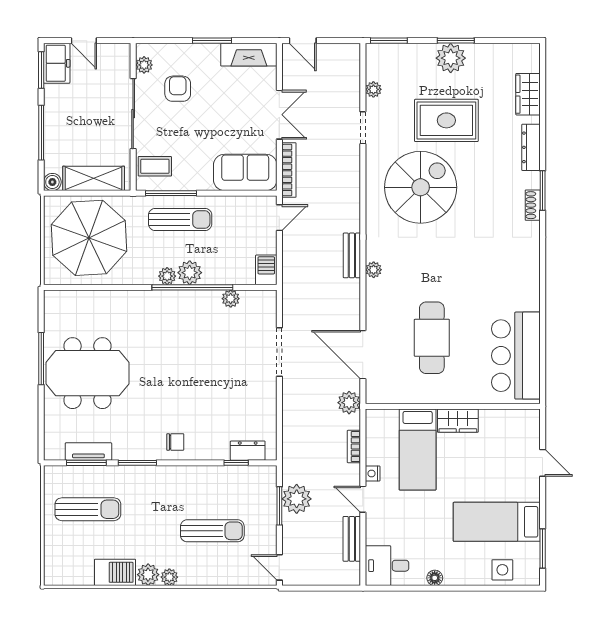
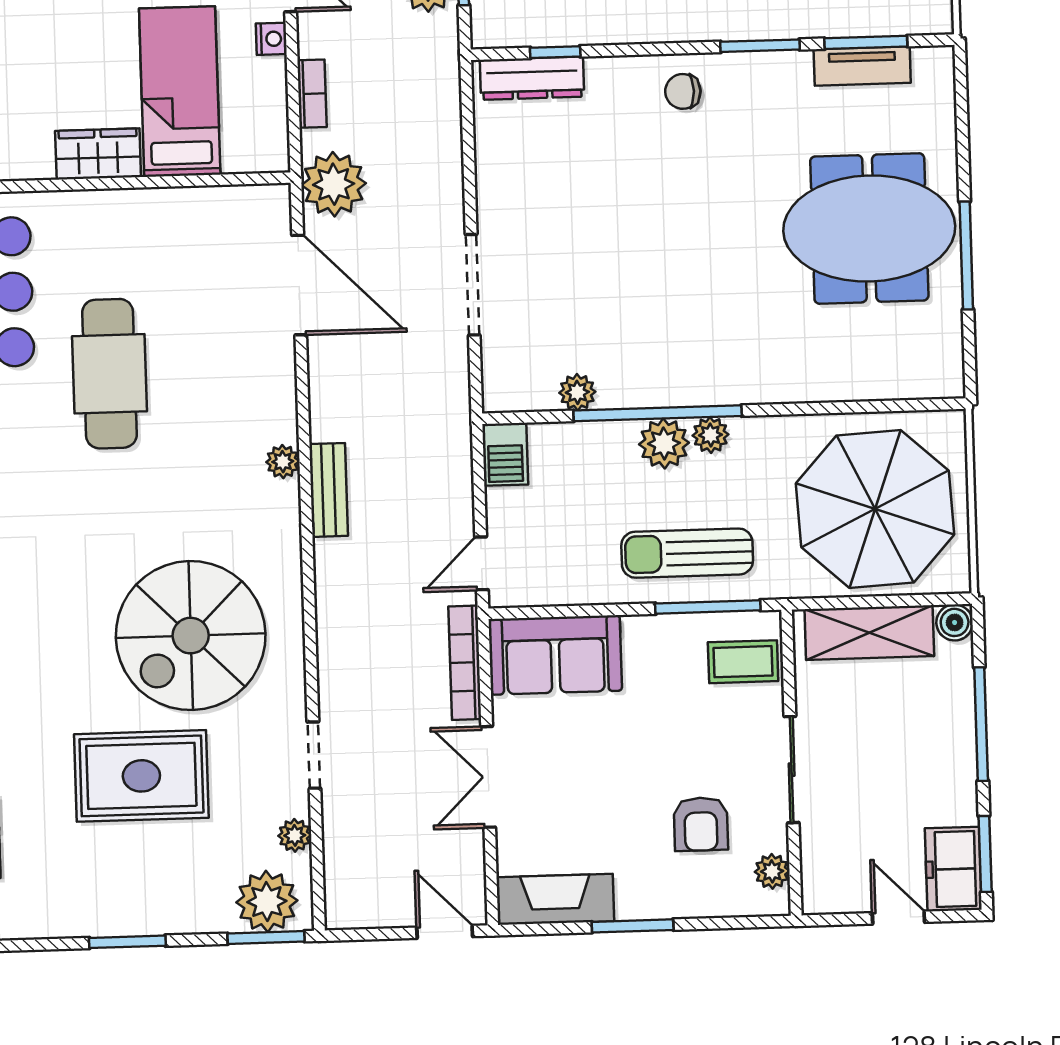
plant: (451, 58) -> (267, 901), moved
sliding door: (133, 114) -> (792, 770), width x0.73
cafe table: (432, 338) -> (109, 374), moved
plant: (349, 403) -> (334, 184), width x1.36, depth x1.36
dresser: (248, 451) -> (532, 78), width x1.44

